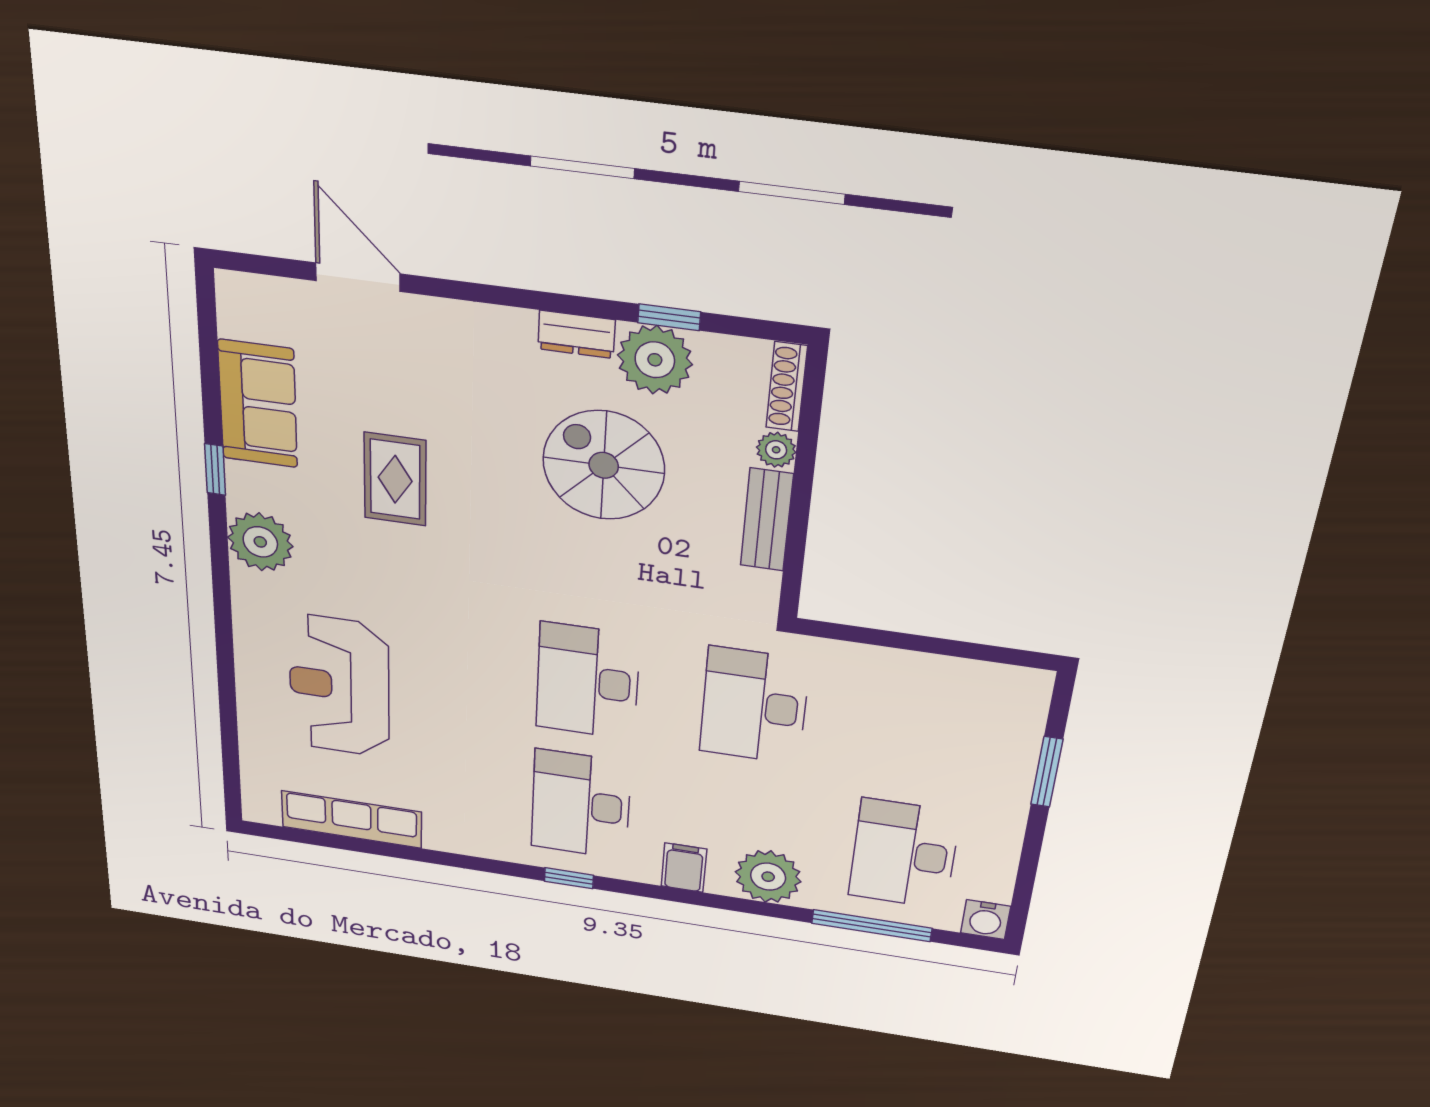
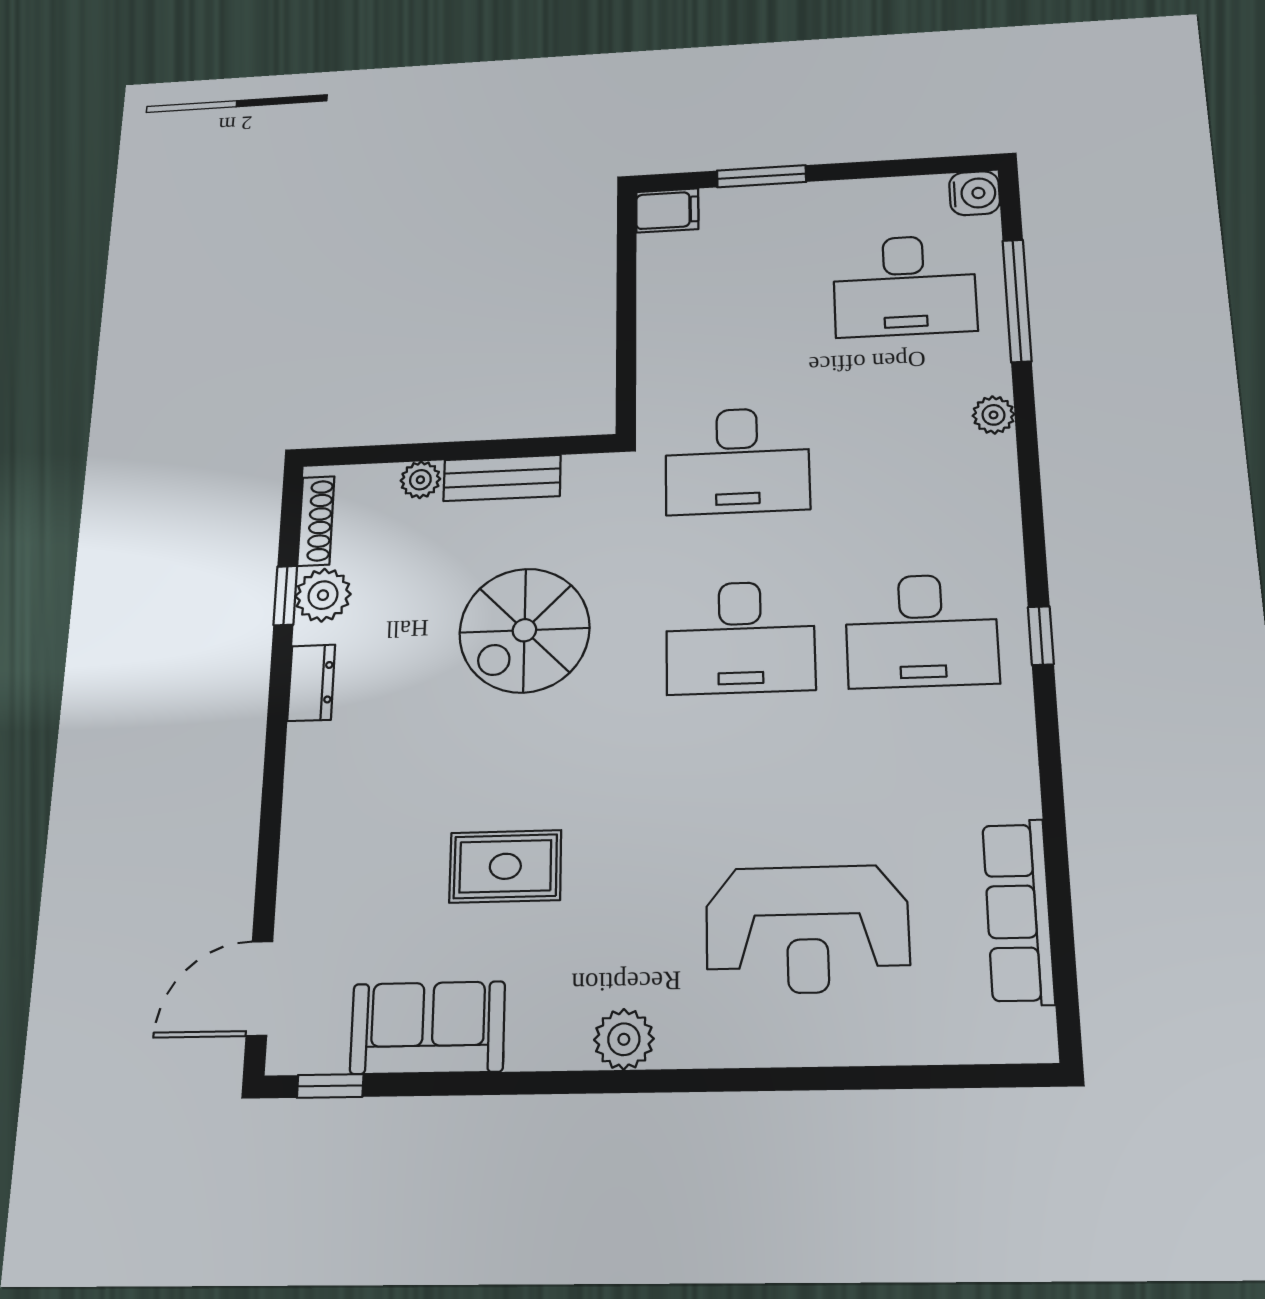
door: (358, 277) -> (259, 988), moved
plant: (655, 360) -> (323, 595), width x0.73, depth x0.73
shoe rack: (787, 387) -> (316, 521), moved, turned -90
spiral stairs: (604, 465) -> (524, 630), moved
window: (215, 470) -> (330, 1086), moved
plant: (260, 542) -> (624, 1039), width x0.73, depth x0.73
filing cabinet: (684, 868) -> (667, 210), moved, turned 180
plant: (768, 877) -> (994, 415), width x0.53, depth x0.53

